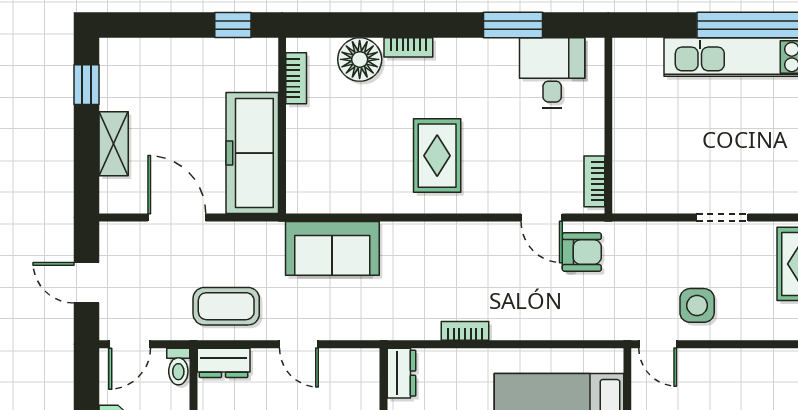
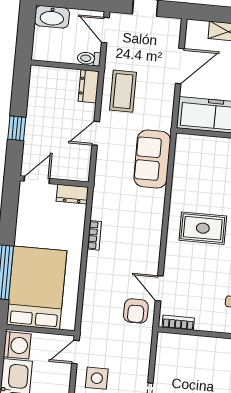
door: (542, 218) -> (159, 288), hinge flipped

